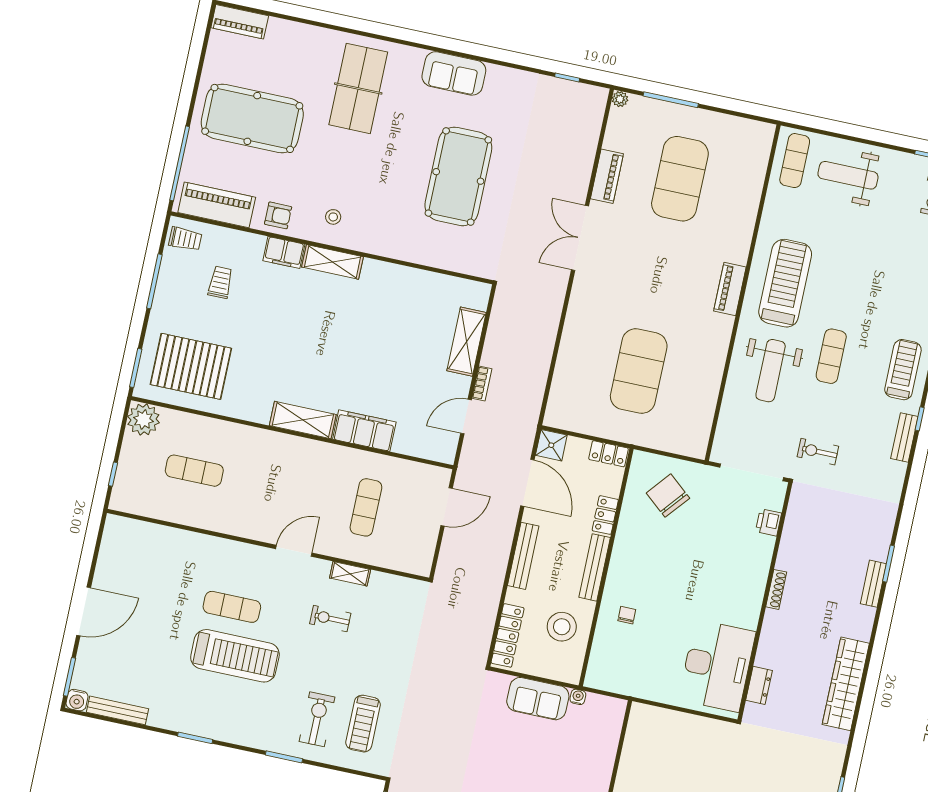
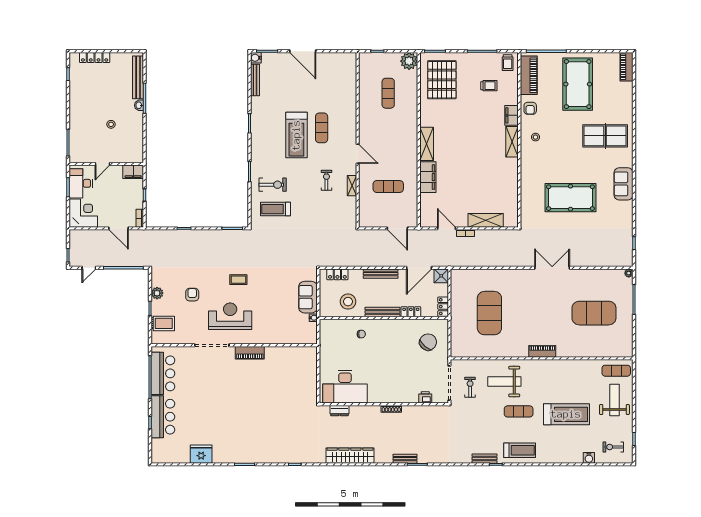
piano: (607, 176) -> (587, 275), removed
treadmill: (785, 283) -> (566, 414), moved
exercise mat: (639, 371) -> (489, 313), turned 90
exercise bike: (818, 452) -> (470, 387), moved
locker: (508, 635) -> (337, 274), width x0.66

